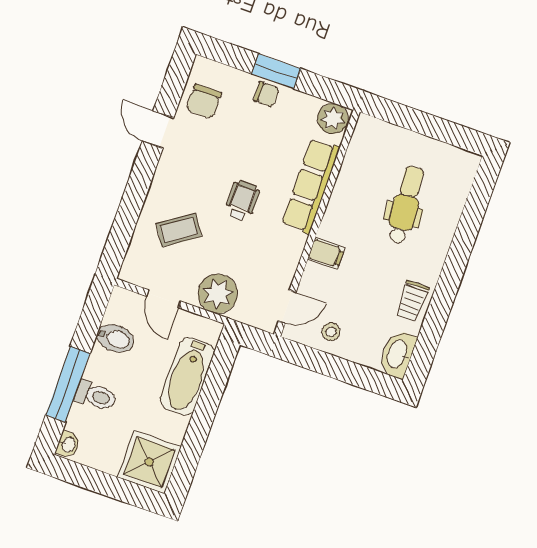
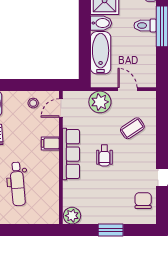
chair: (266, 94) -> (111, 216), removed
row of seats: (311, 186) -> (71, 154), moved
bidet: (115, 338) -> (101, 23), moved, turned 180

